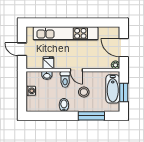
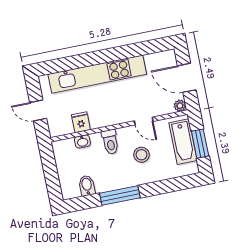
door: (76, 70) -> (144, 121), moved
washing machine: (31, 91) -> (63, 169), removed
bidet: (64, 105) -> (87, 186), moved
window: (91, 116) -> (120, 195), moved

